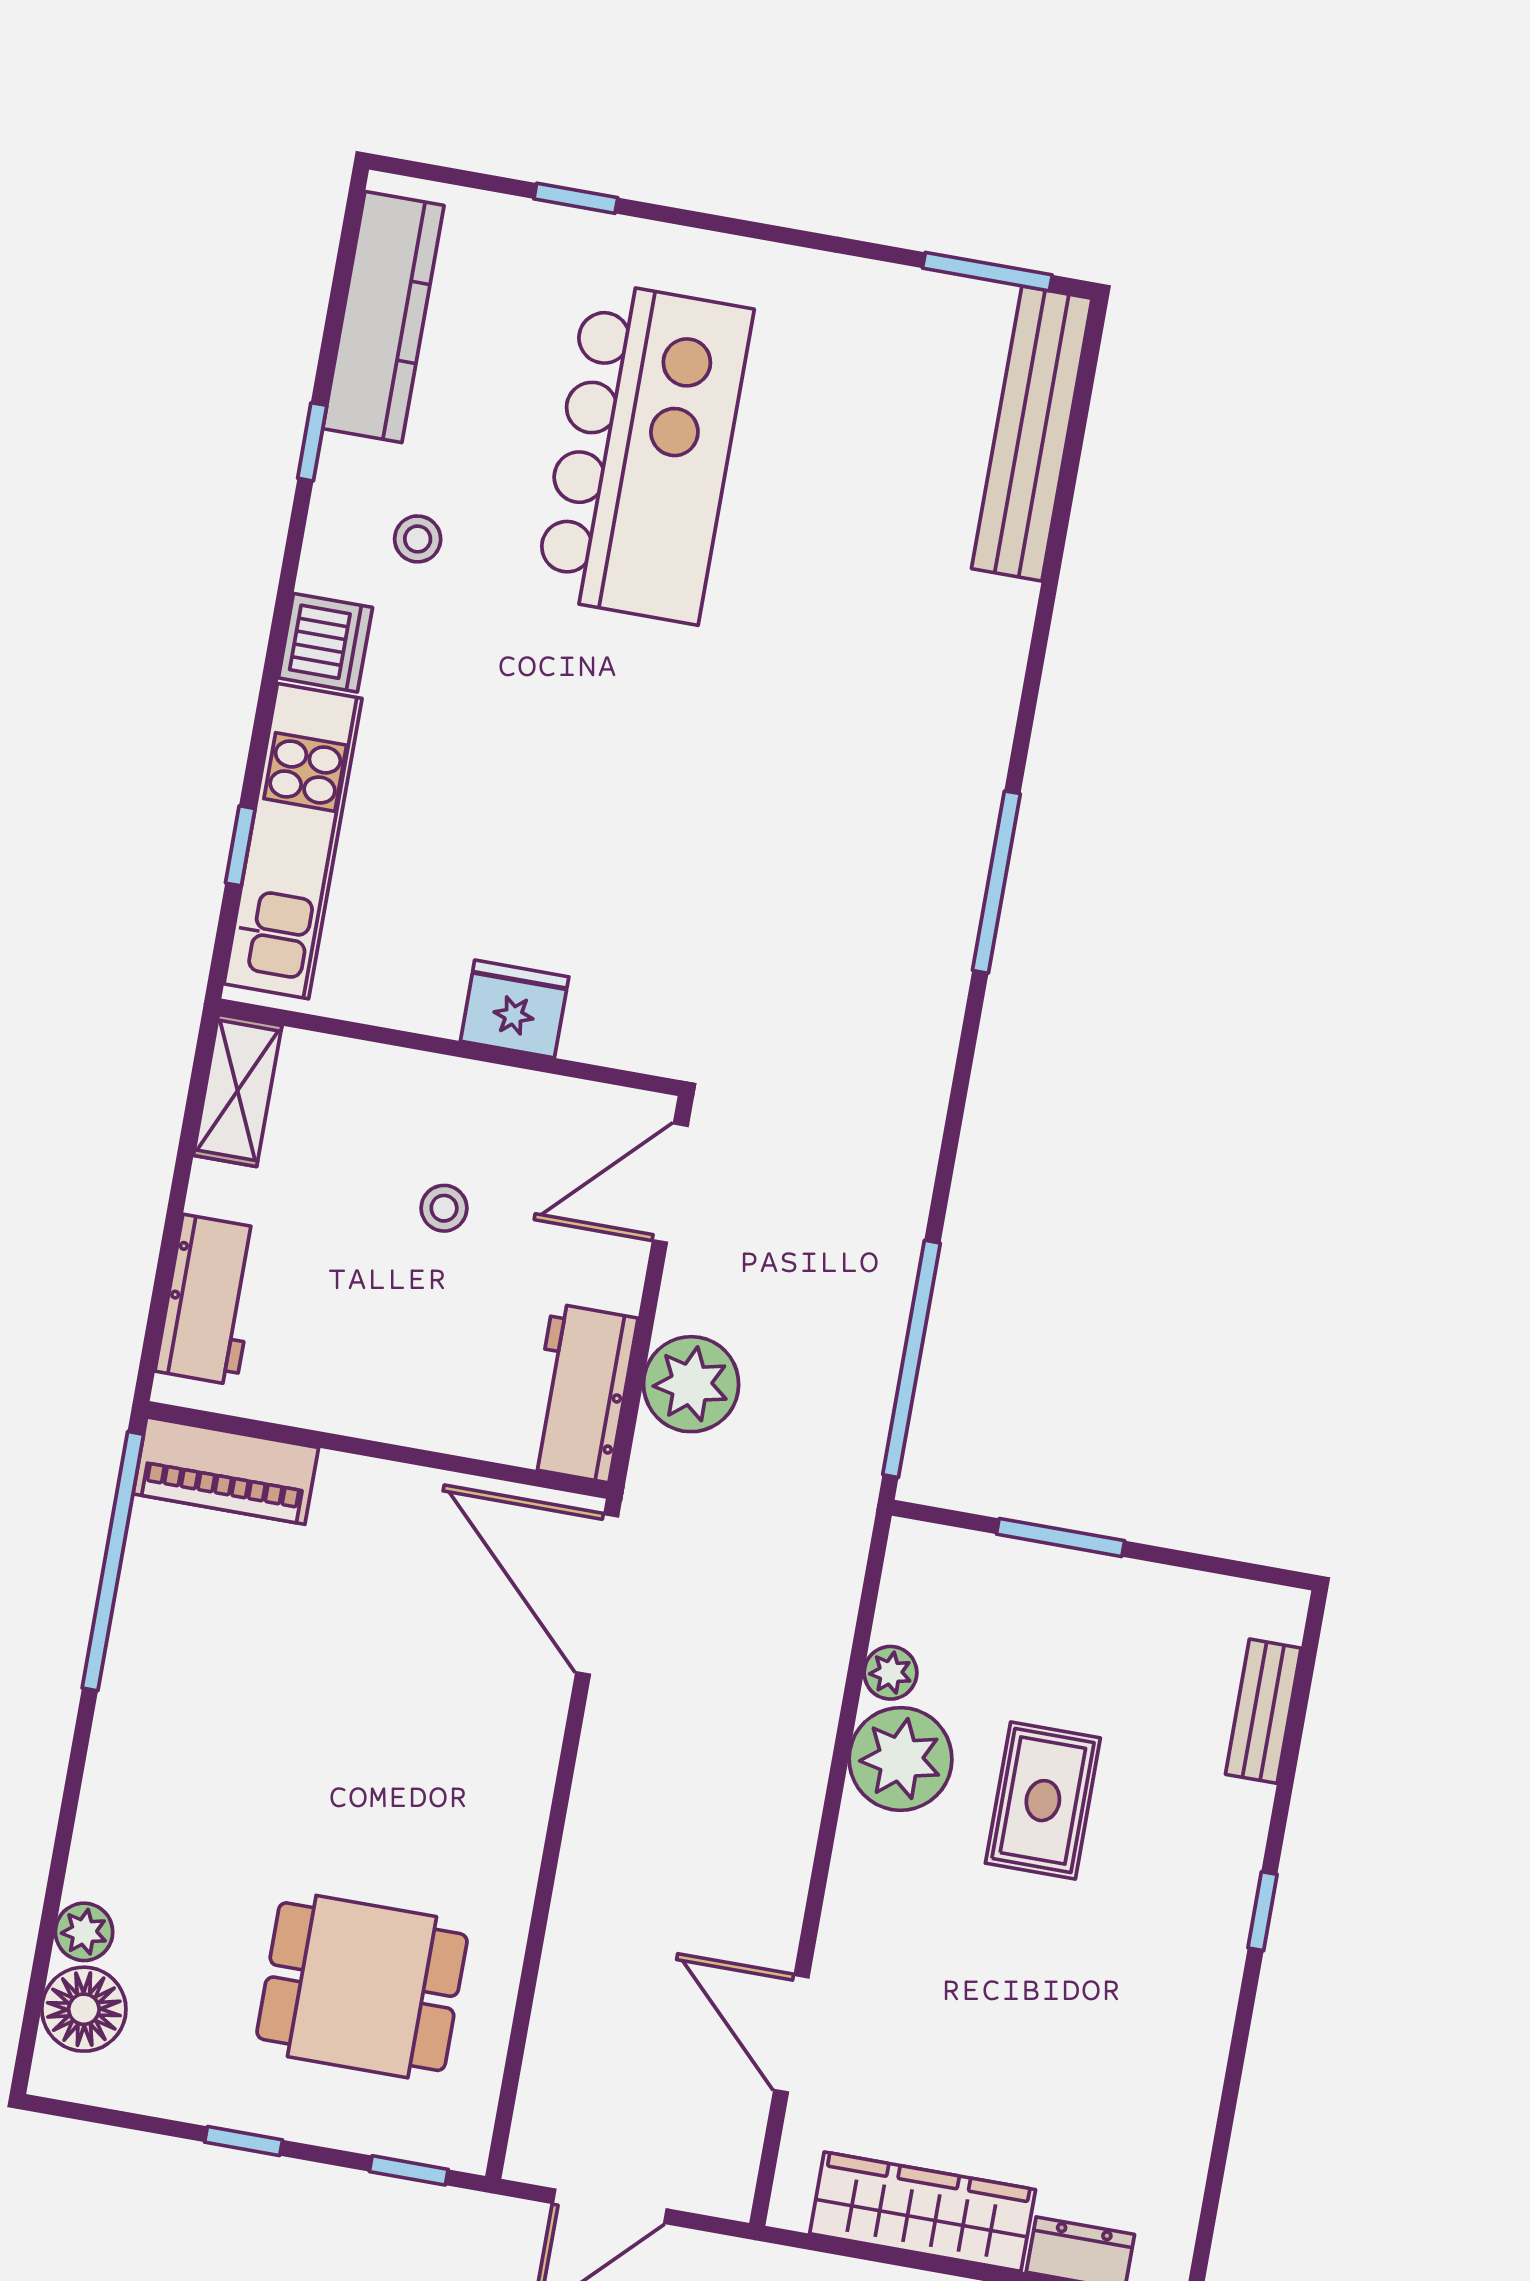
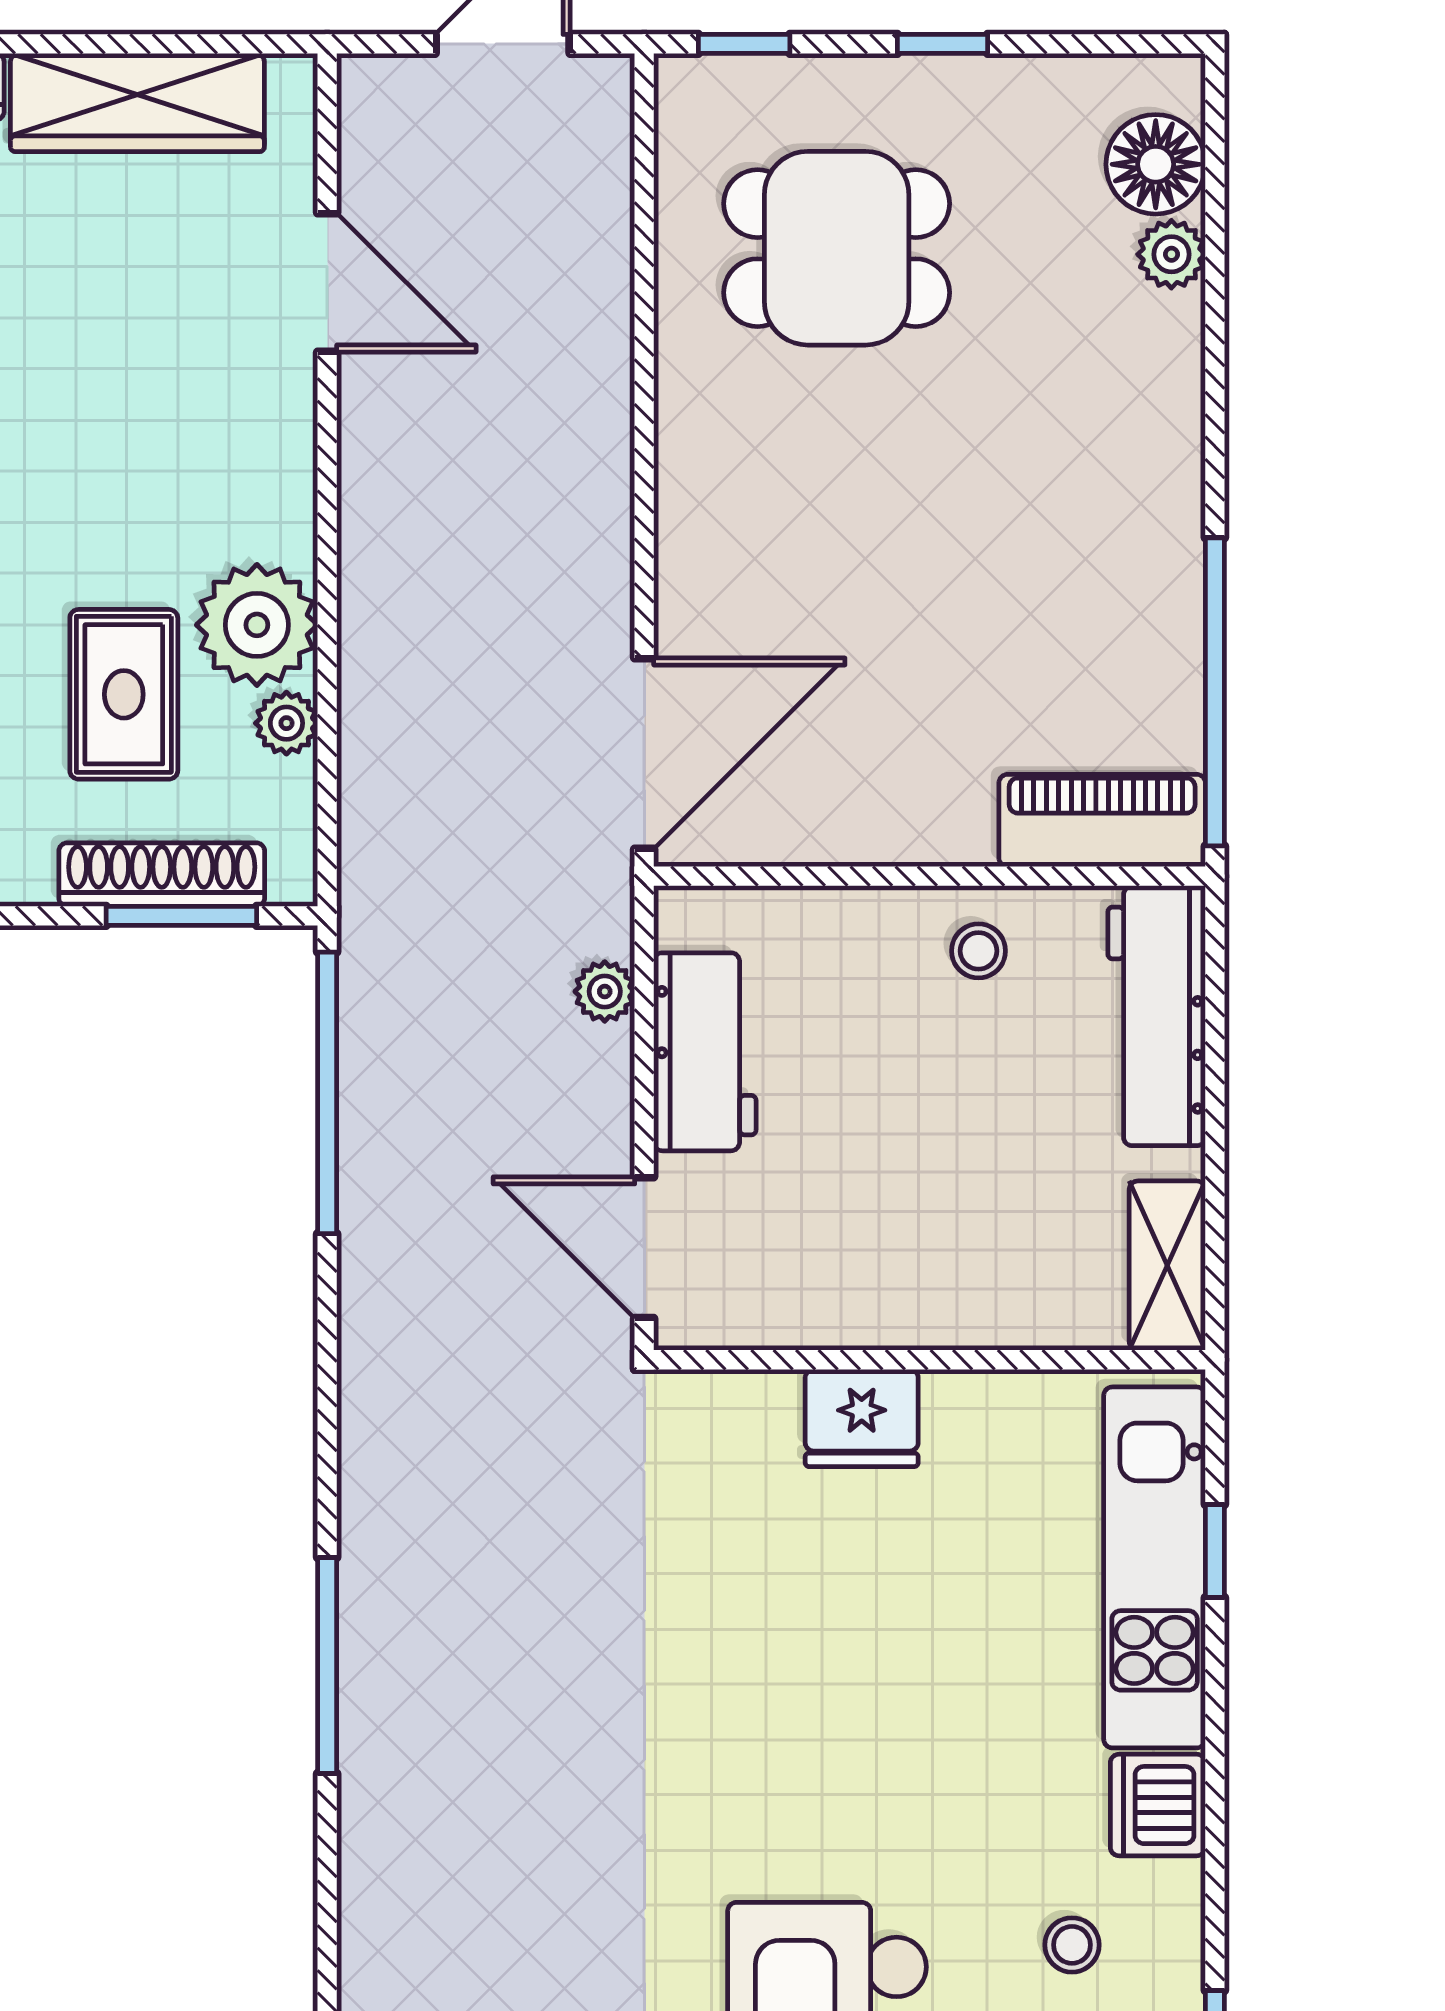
door: (670, 1183) -> (644, 1248), swing flipped
stool: (444, 1208) -> (978, 951), moved
workbench: (209, 1300) -> (1157, 1016), width x1.38
plant: (691, 1384) -> (605, 991), width x0.53, depth x0.53
workbench: (581, 1393) -> (705, 1052), moved
window: (1061, 1537) -> (181, 916), moved
shoe rack: (1017, 1565) -> (162, 875), added
door: (597, 1594) -> (644, 754), hinge flipped
rug: (1043, 1801) -> (124, 694), moved

